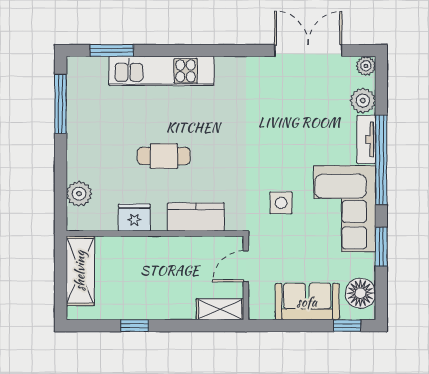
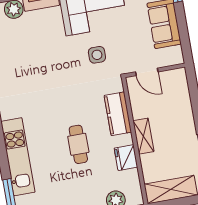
shelving: (220, 309) -> (143, 136), moved

